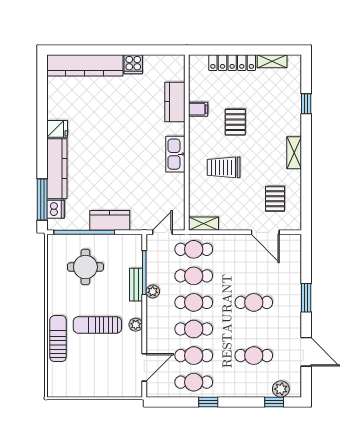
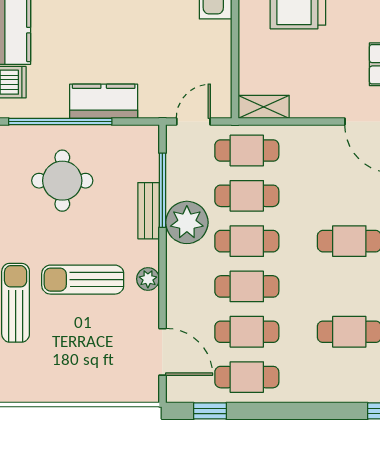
plant: (153, 291) -> (187, 222), width x1.87, depth x1.87
door: (144, 367) -> (162, 352), hinge flipped
window: (208, 402) -> (210, 411), moved

